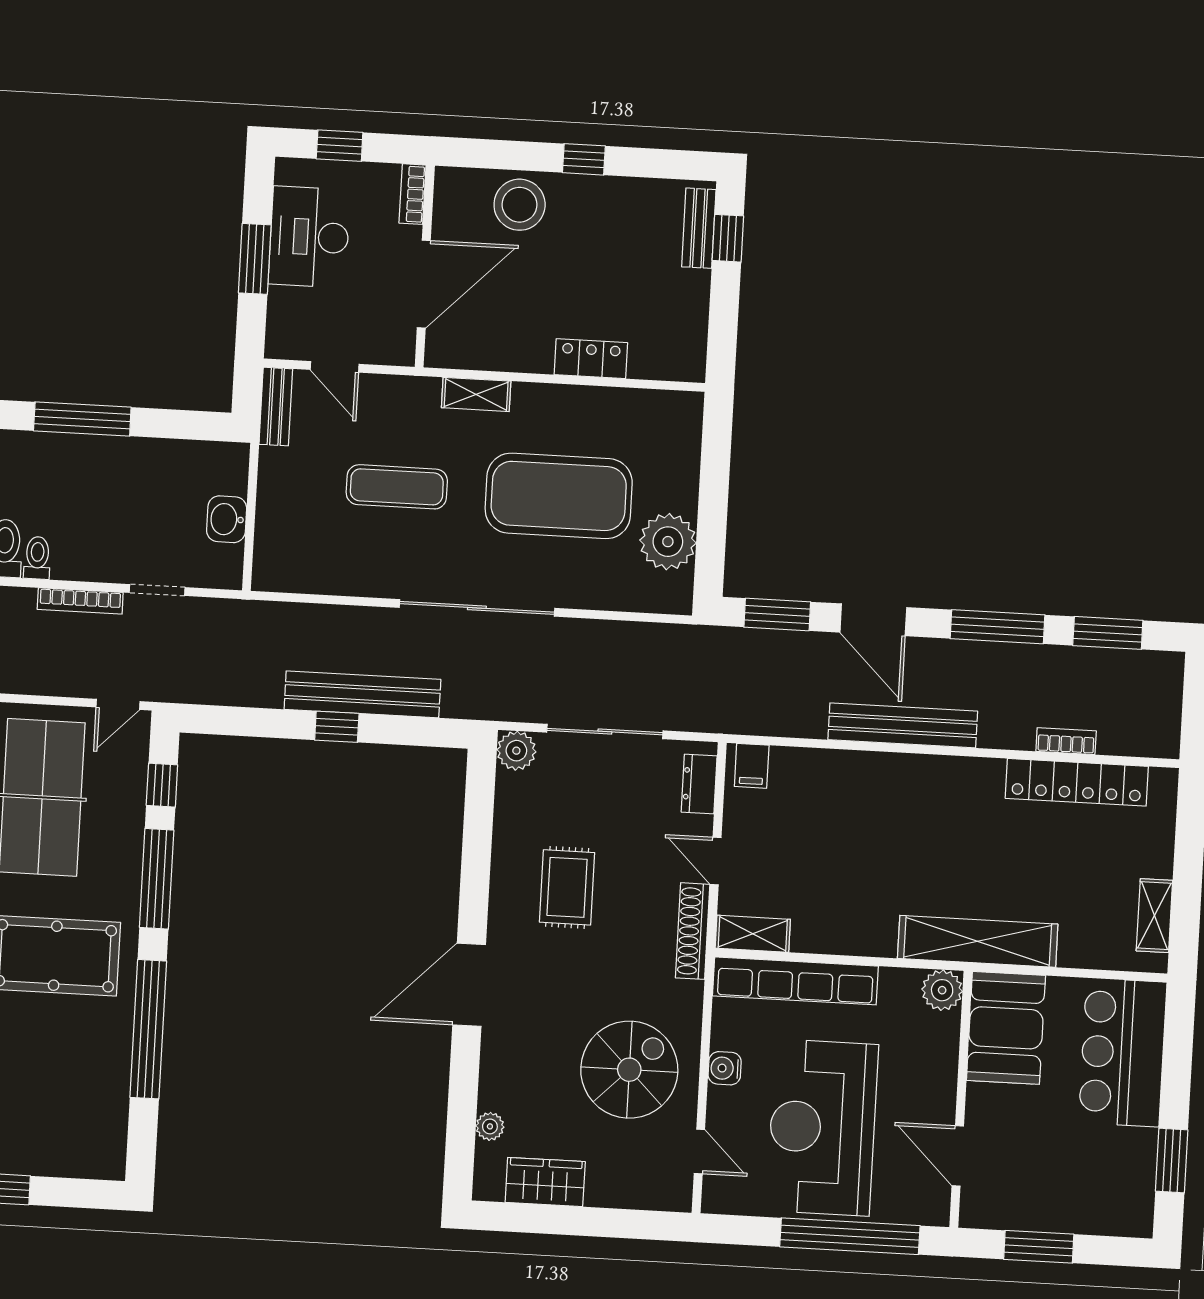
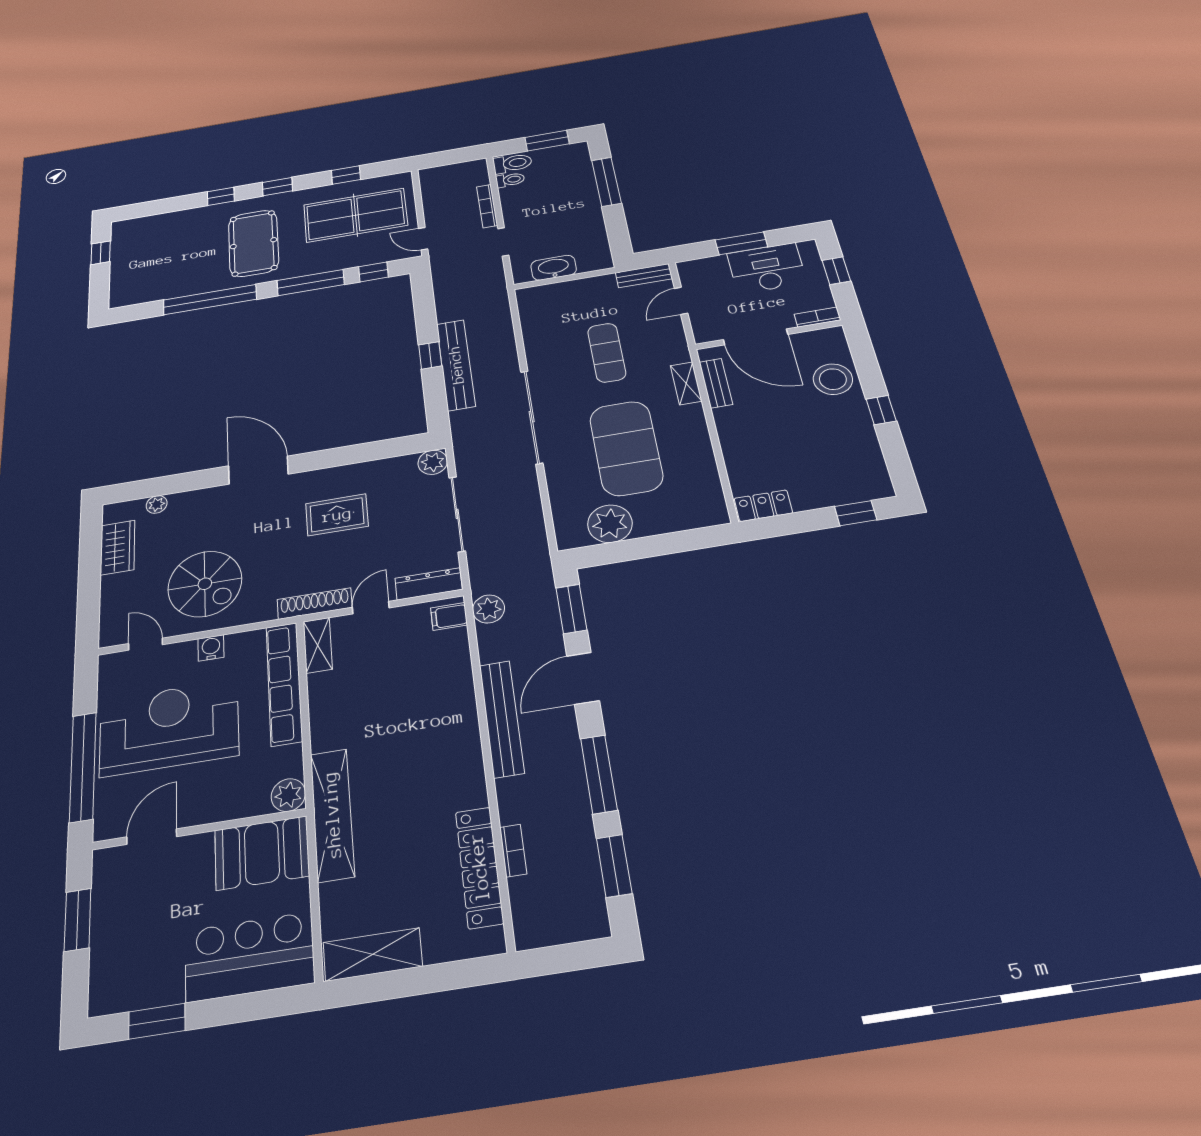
bench: (699, 228) -> (716, 383), moved, turned 90
locker: (591, 359) -> (763, 506), moved, turned -90
washbasin: (227, 519) -> (554, 268), width x1.38
plant: (753, 715) -> (489, 609), added
dresser: (699, 784) -> (429, 584), width x1.44
shelving: (1154, 916) -> (373, 954), width x1.50, depth x1.33
door: (699, 1152) -> (145, 644), swing flipped

